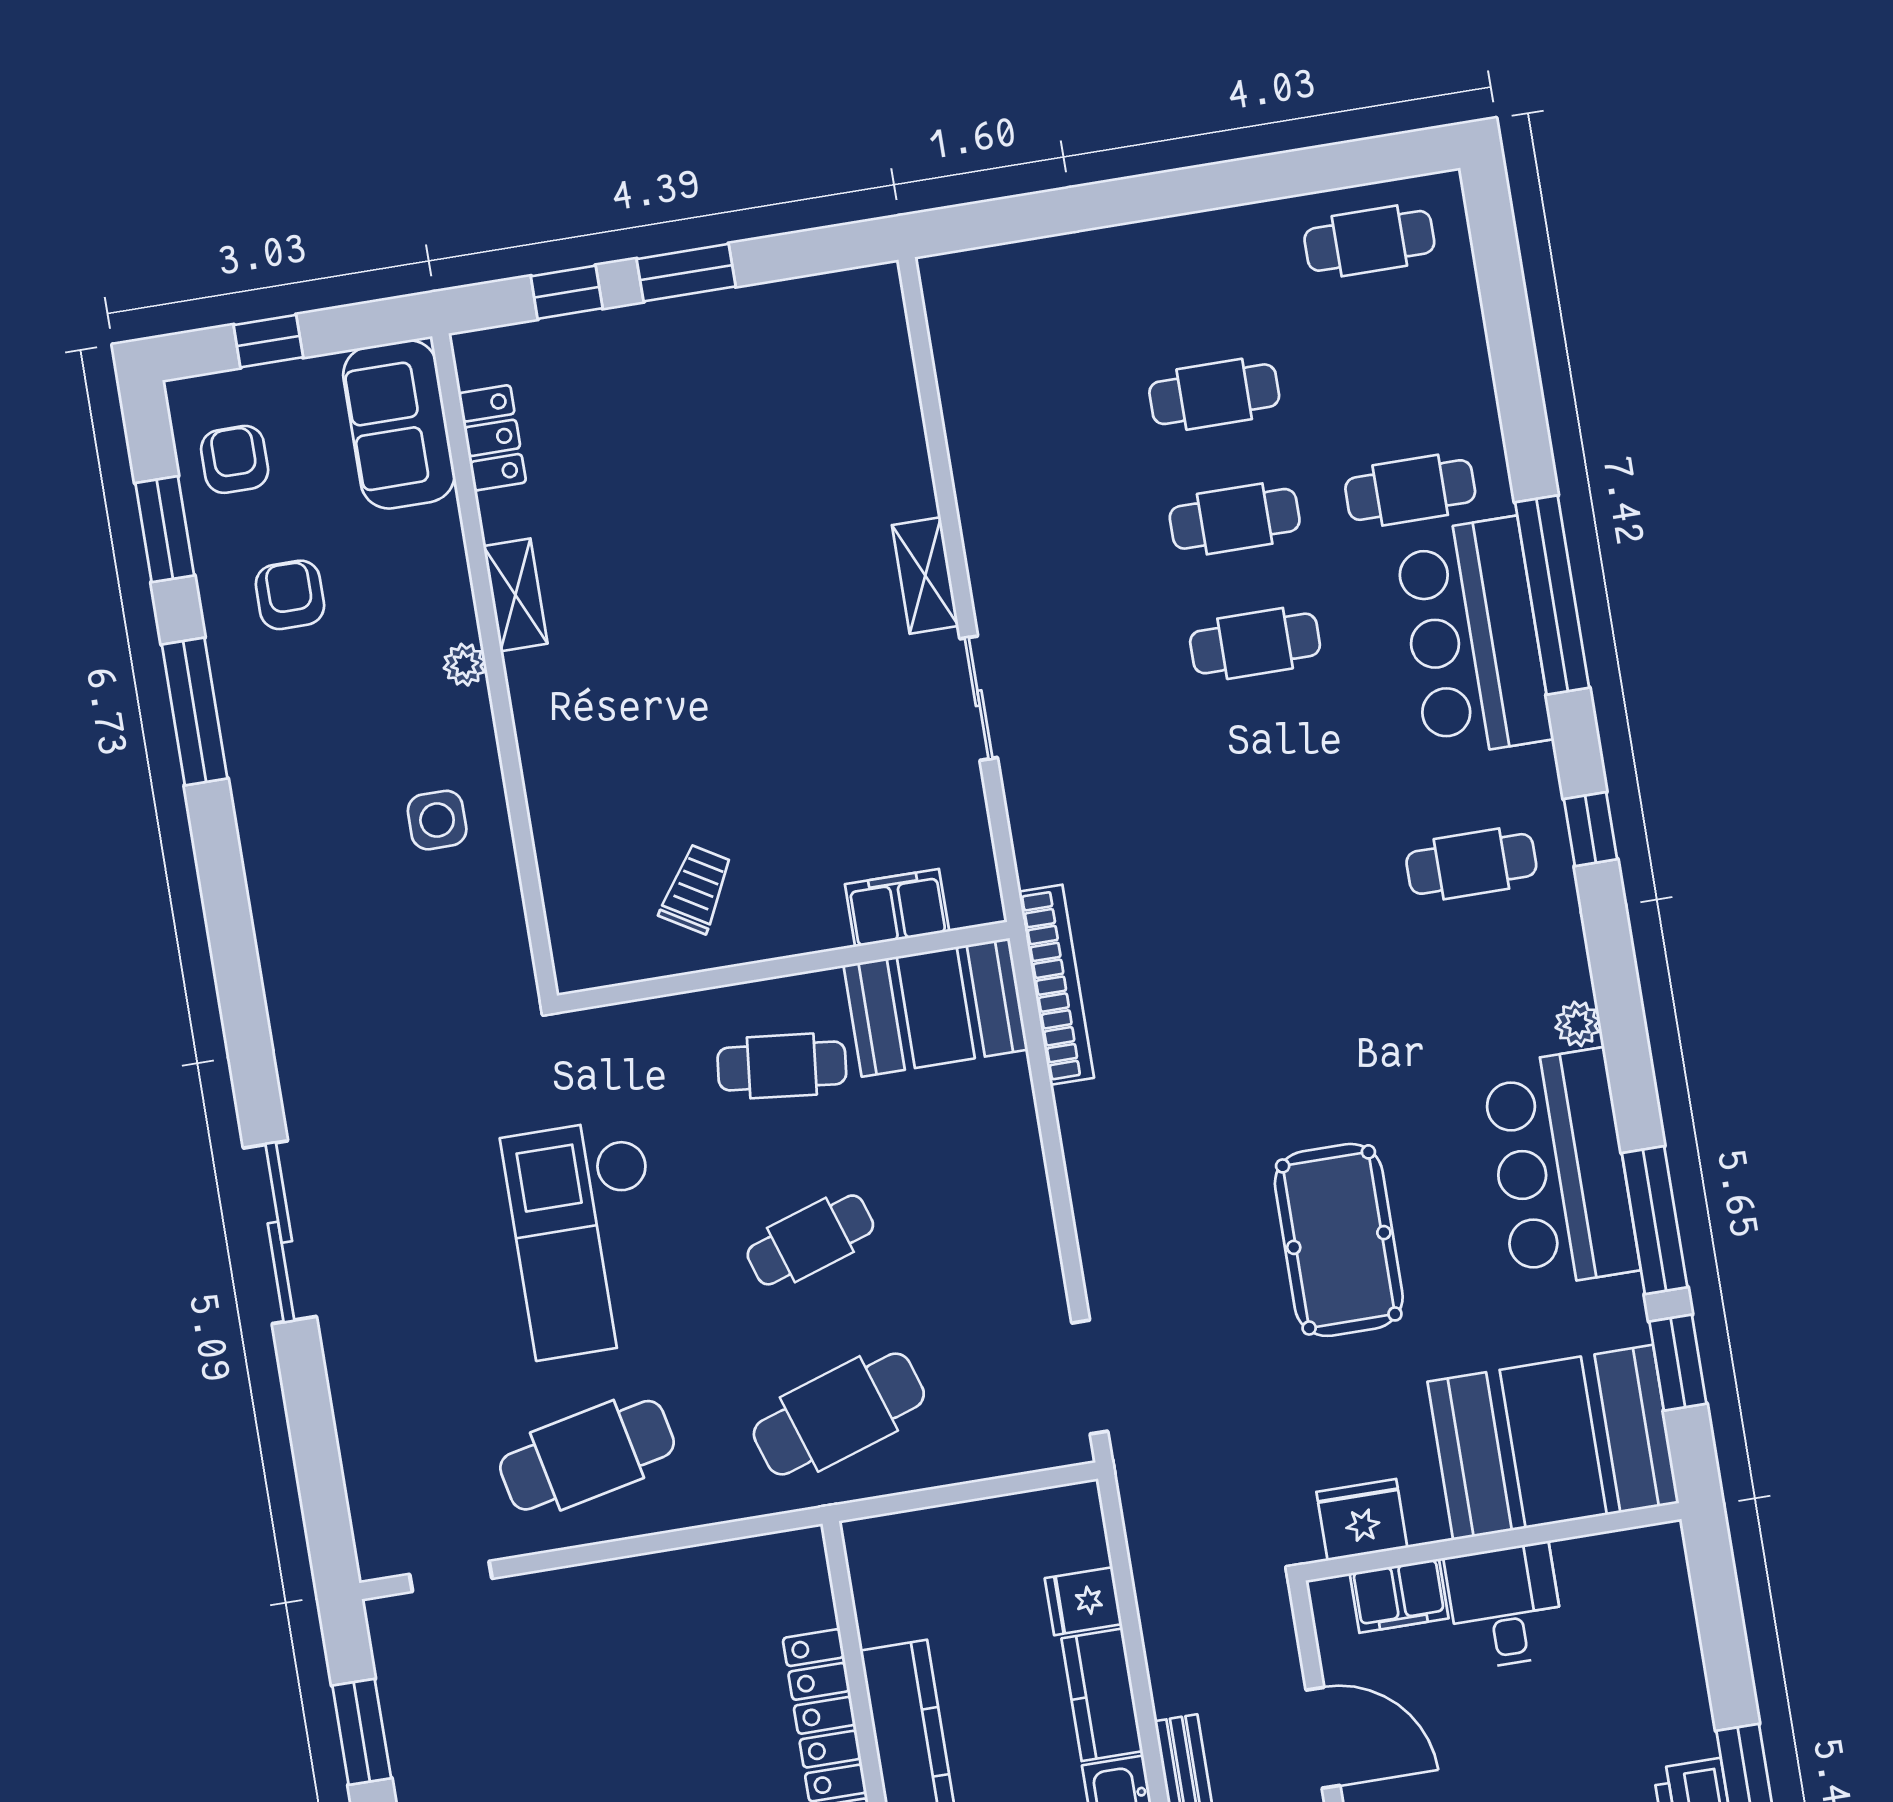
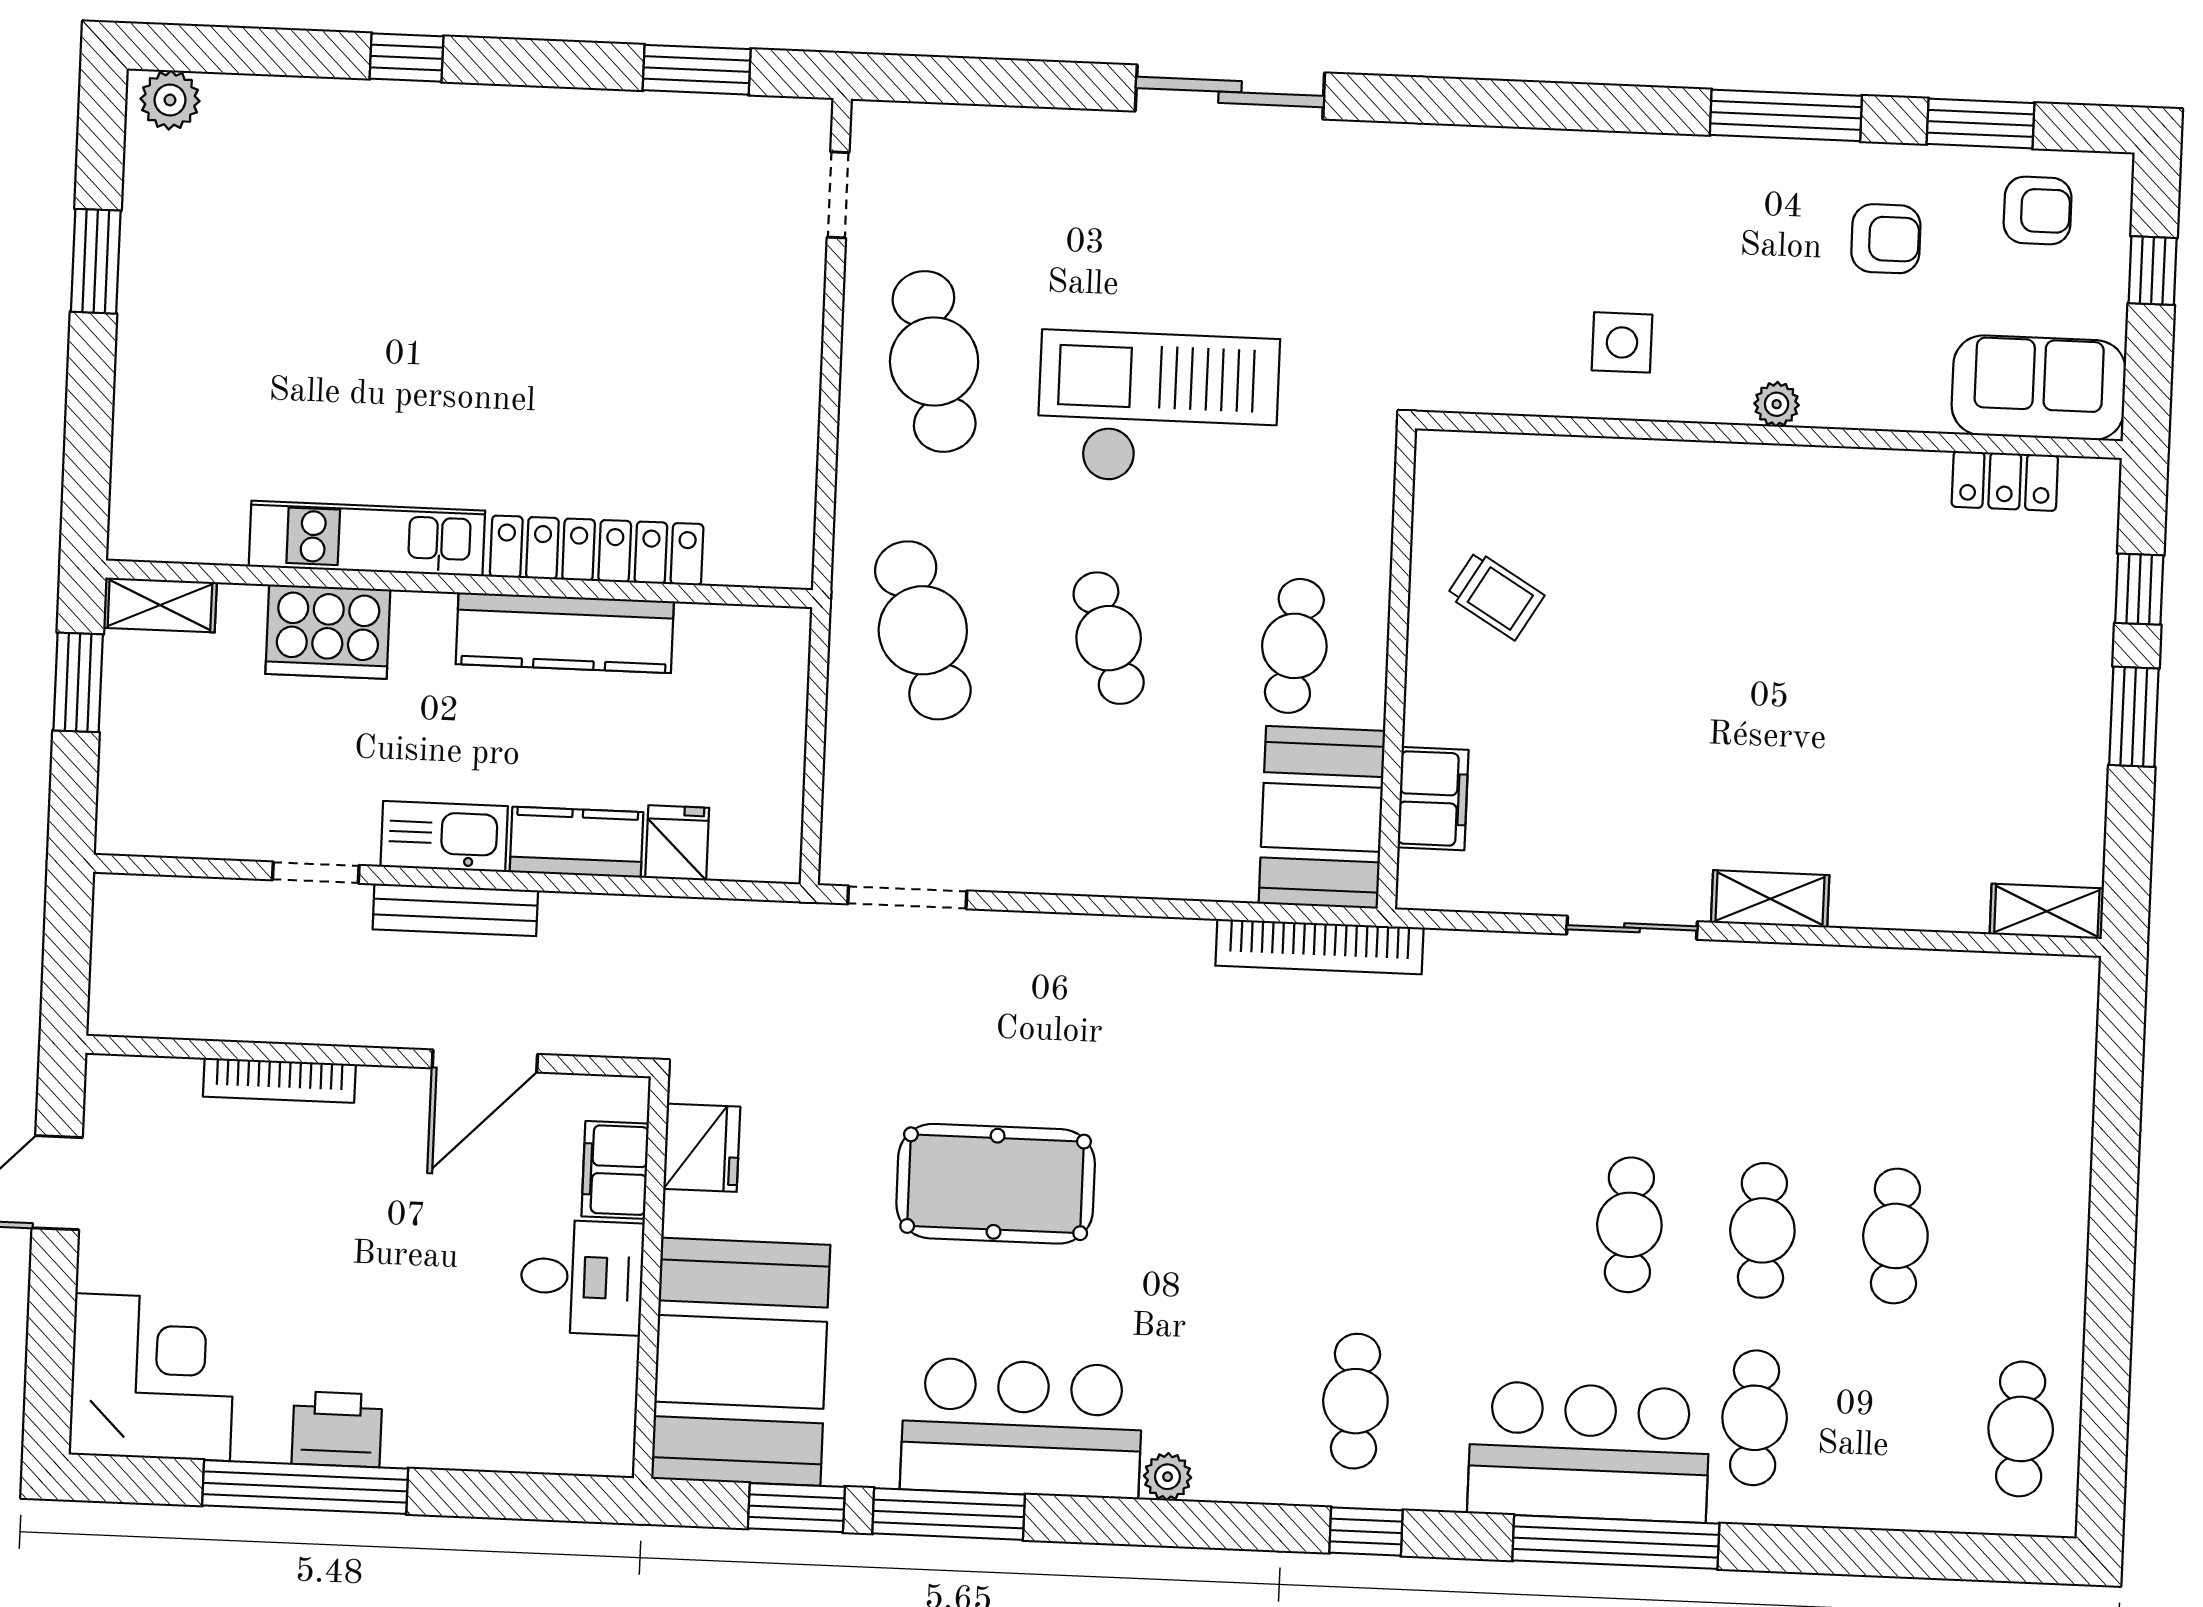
shelving: (515, 595) -> (2047, 911), moved

